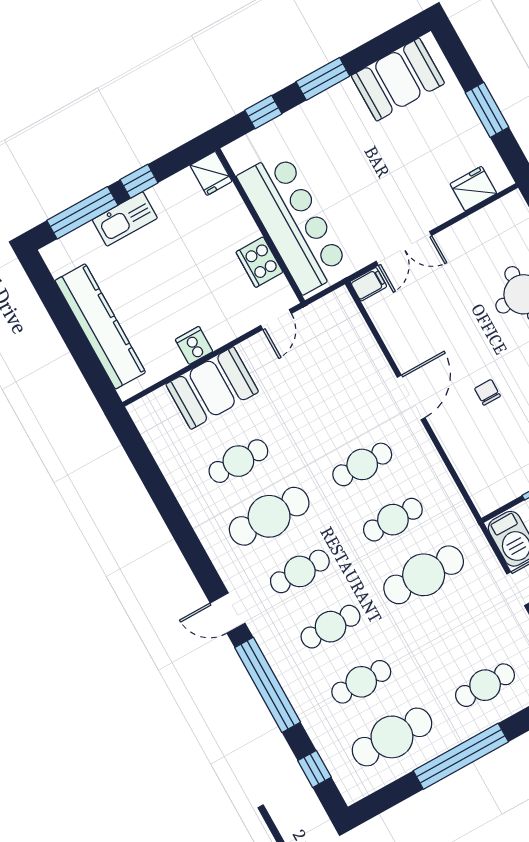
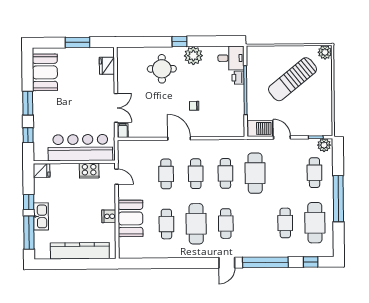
cafe table: (331, 627) -> (166, 174), moved

